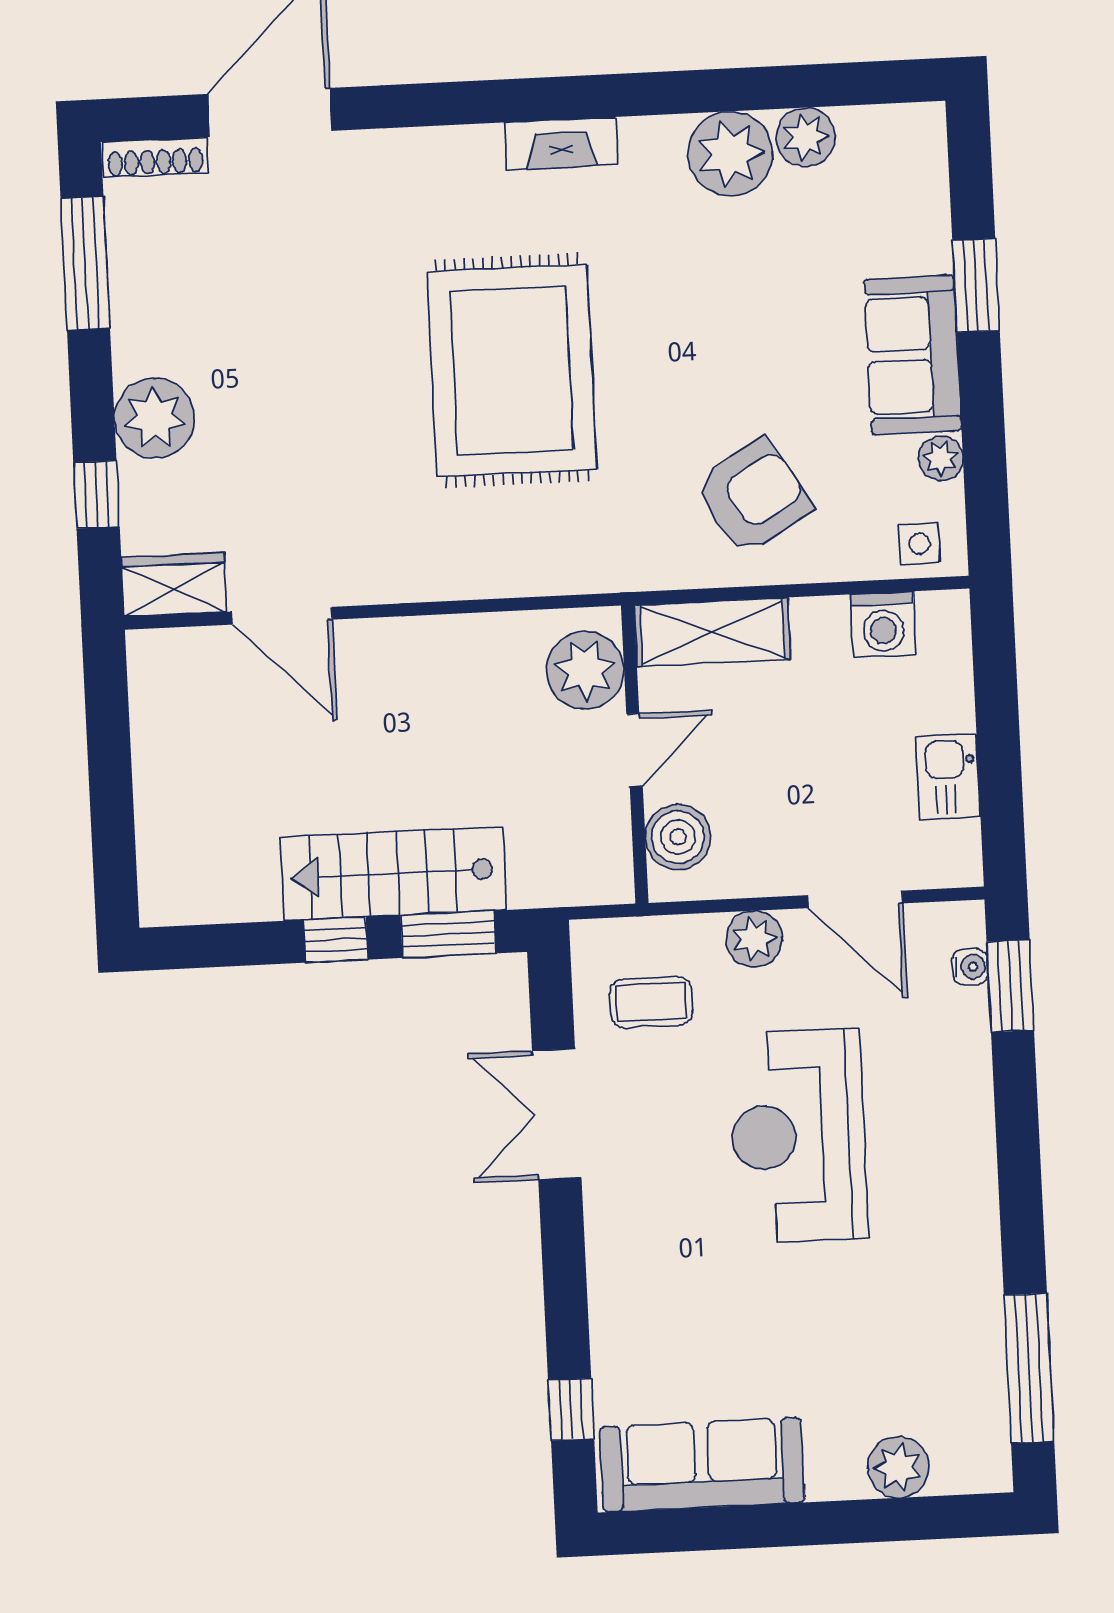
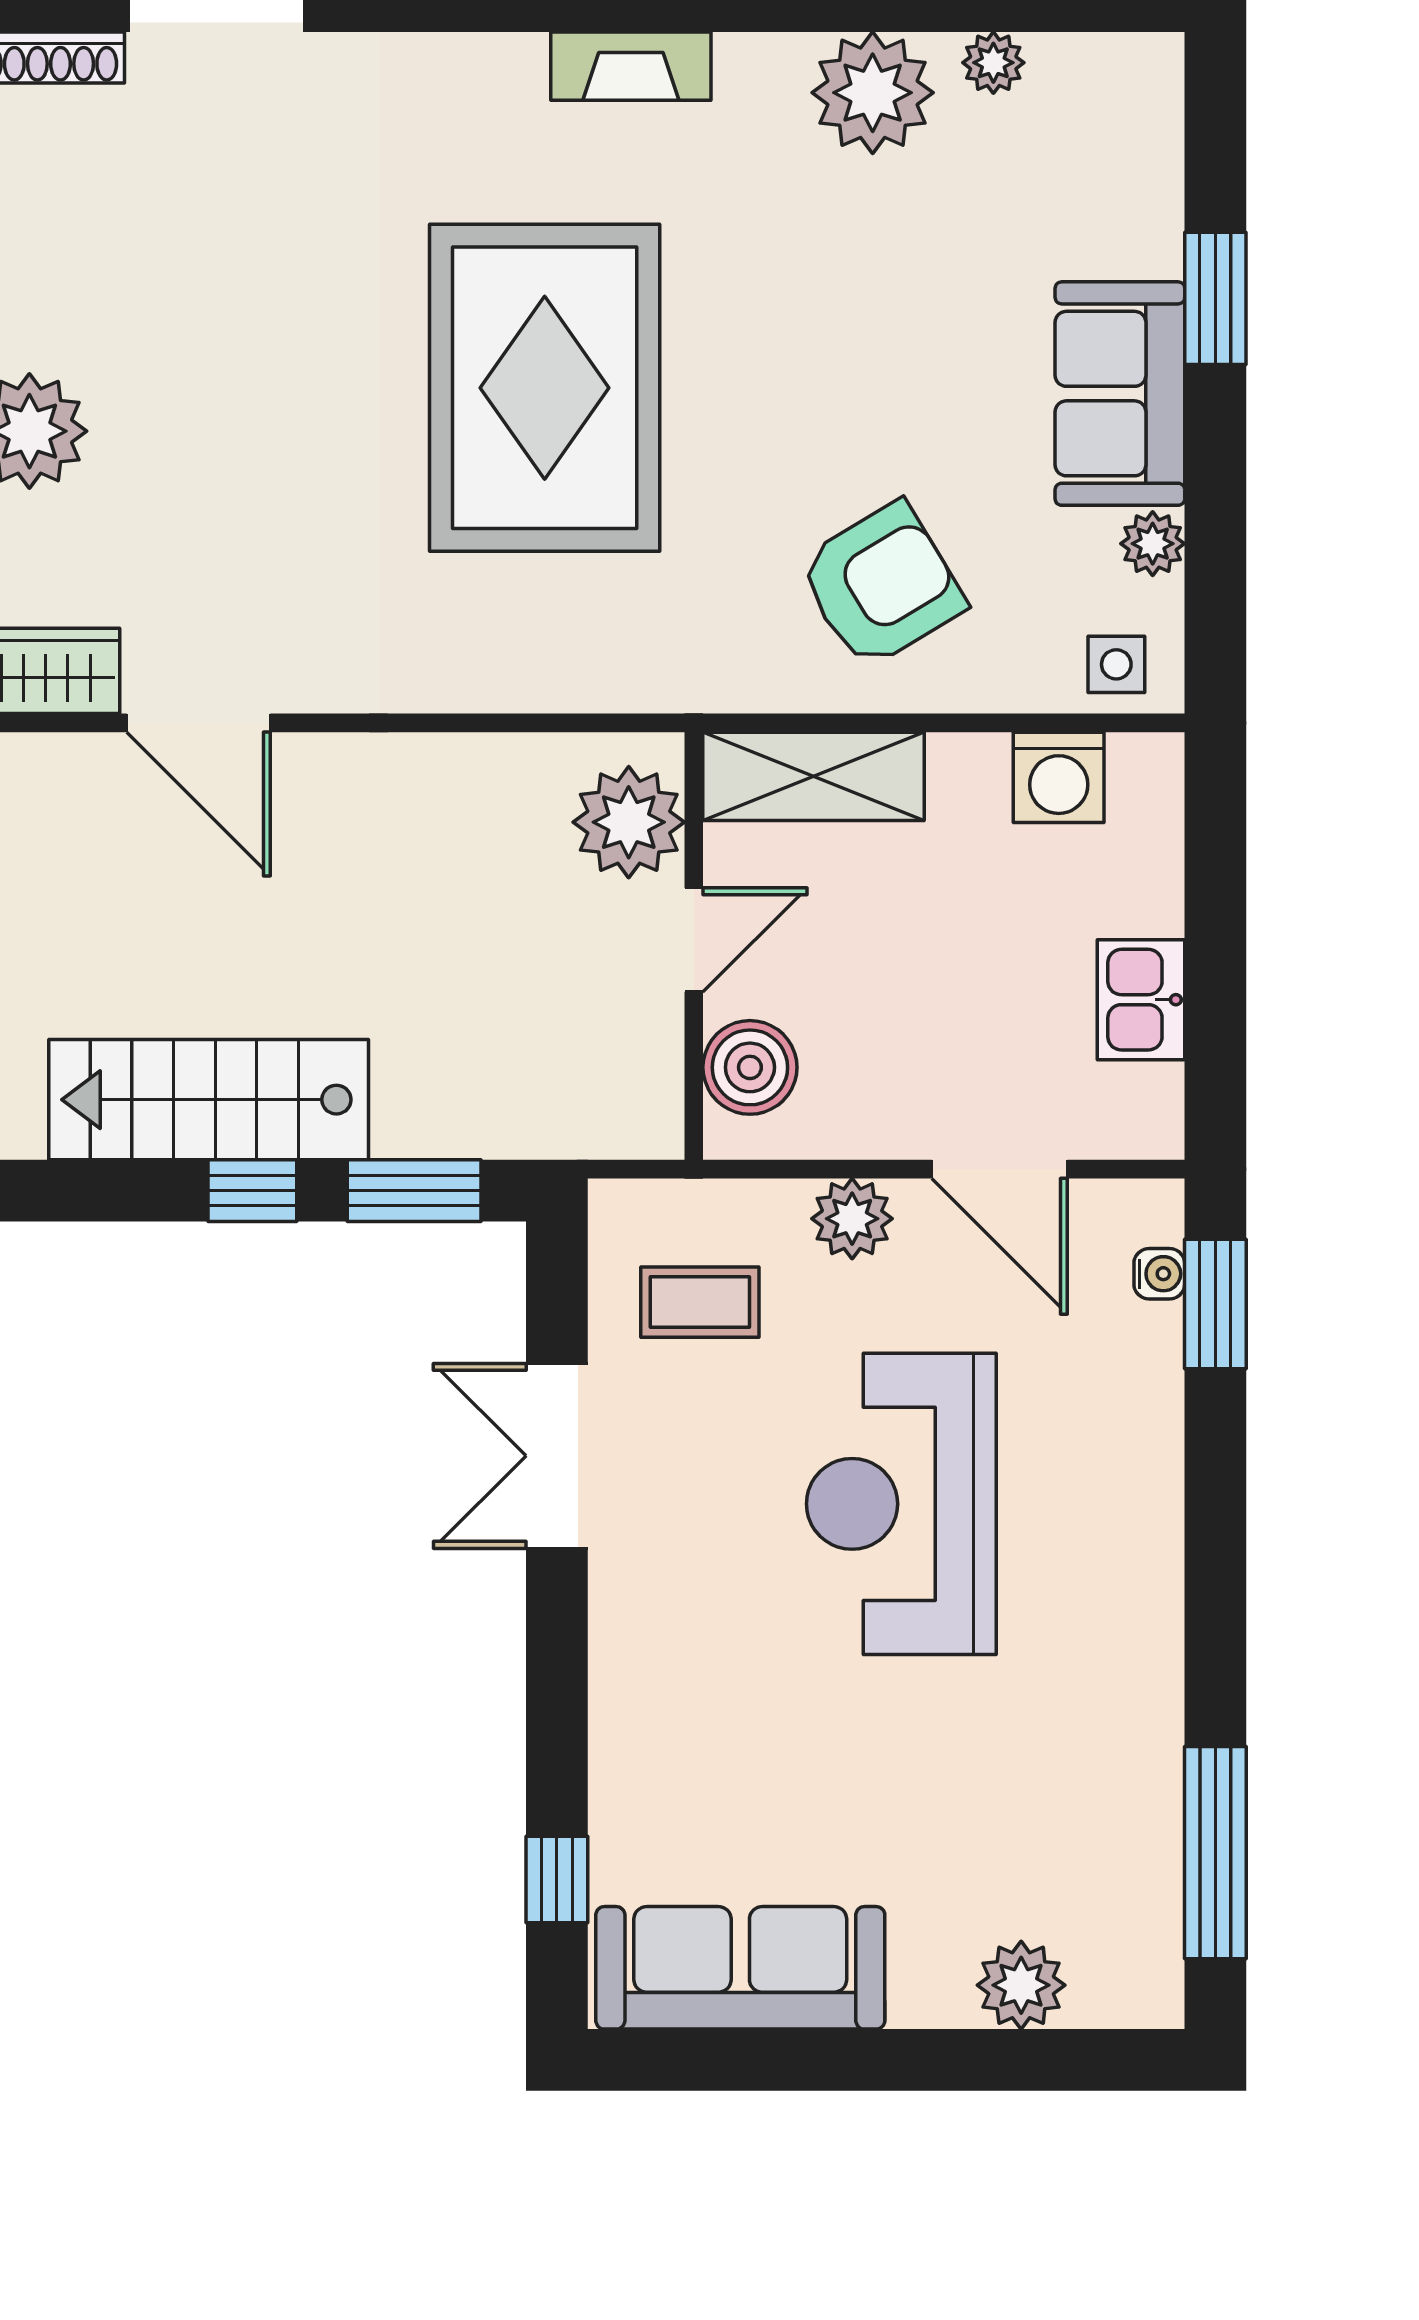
plant: (806, 137) -> (993, 63), width x0.73, depth x0.73
stairs: (393, 873) -> (209, 1100), moved

